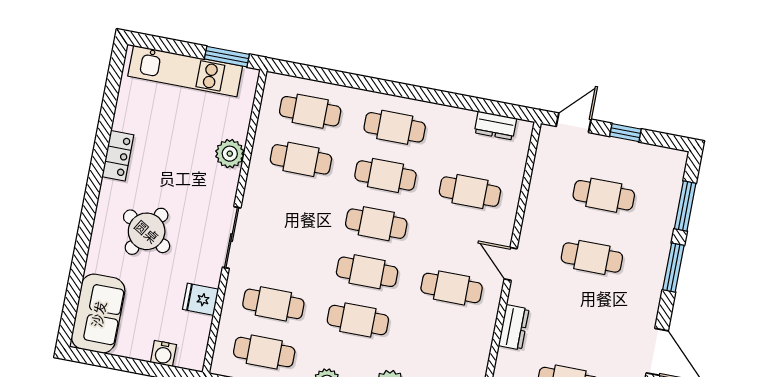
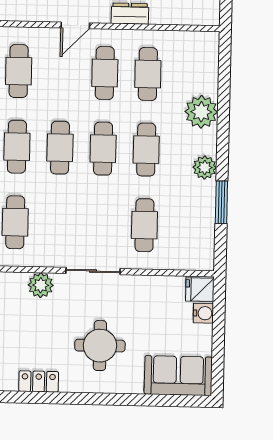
plant: (230, 154) -> (41, 285), moved
round table: (147, 231) -> (100, 346), turned -31
fridge: (201, 299) -> (200, 290), moved, turned 90
cafe table: (264, 352) -> (148, 74), moved

